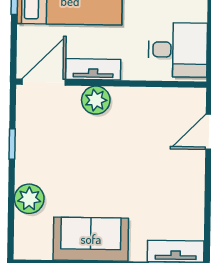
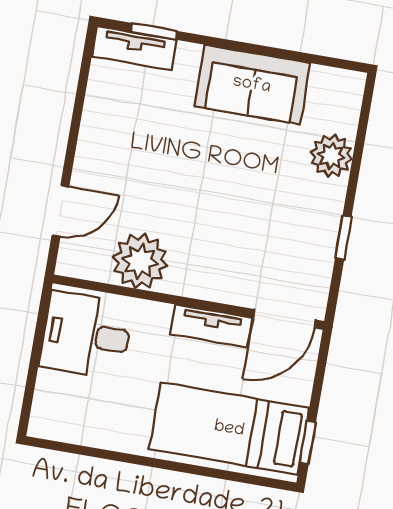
plant: (96, 100) -> (140, 261), moved, width x1.36, depth x1.36

